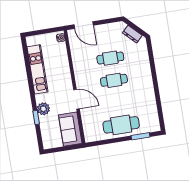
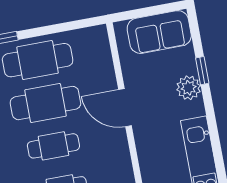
cafe table: (118, 103) -> (45, 103), added
sofa: (70, 129) -> (159, 32), moved, turned 90

